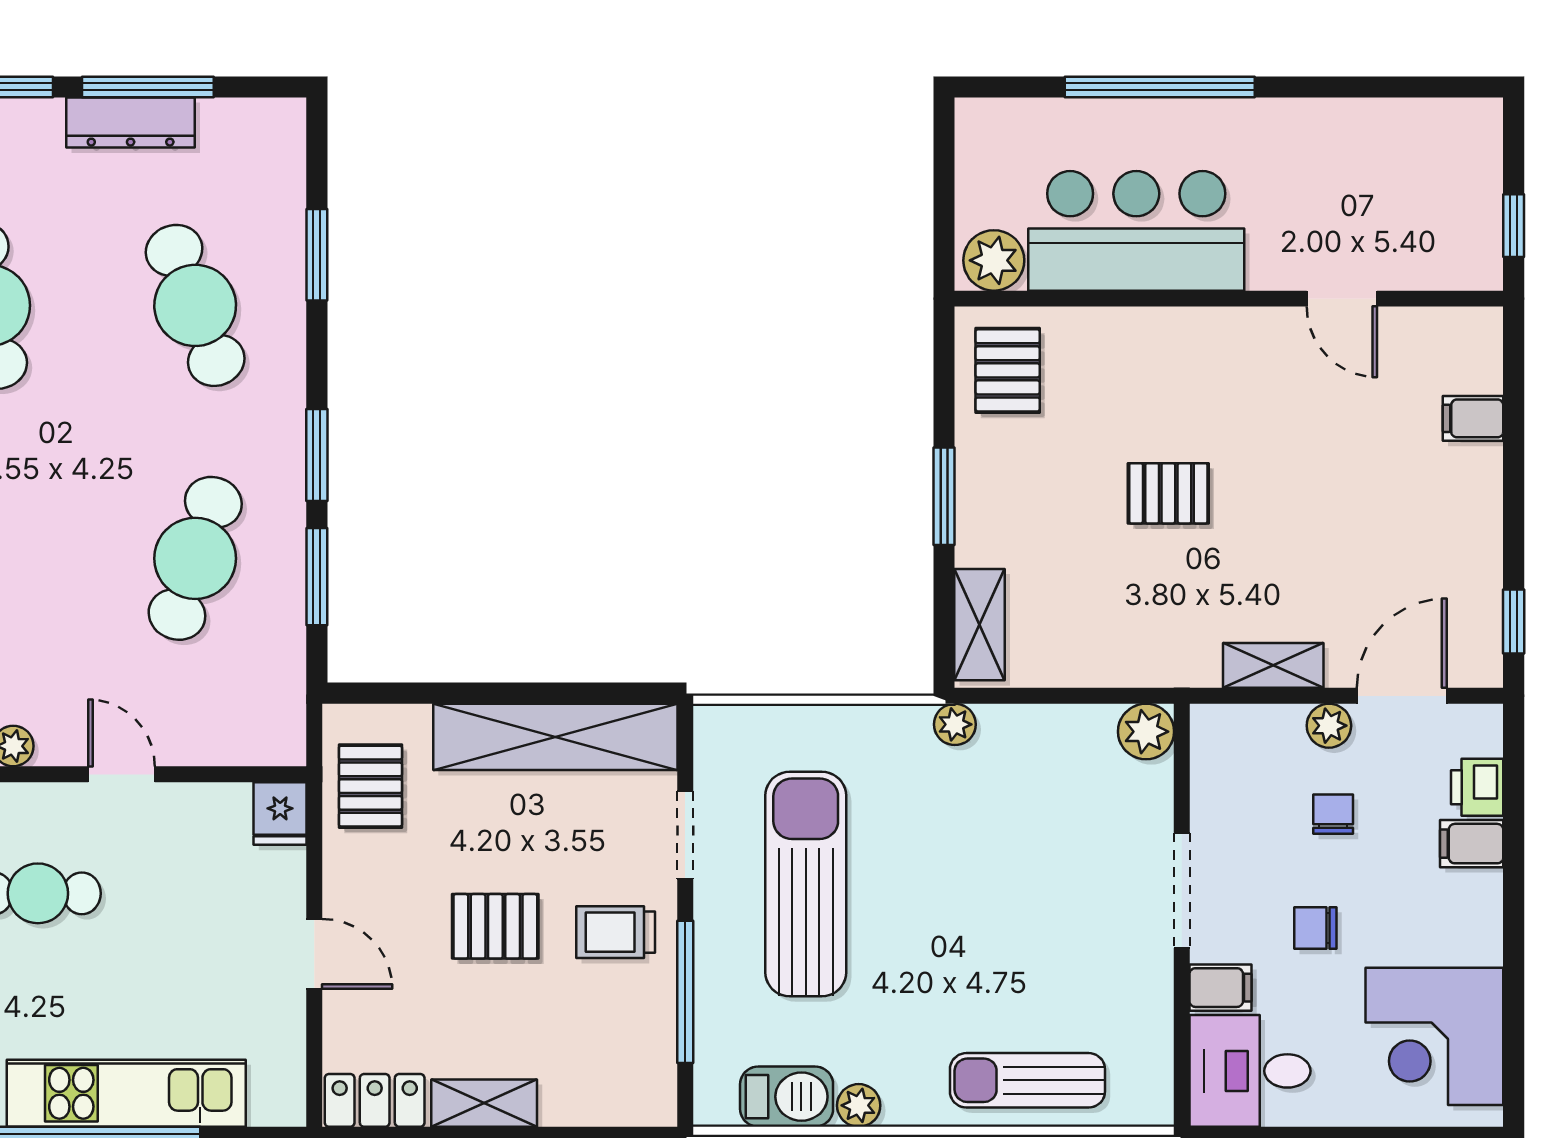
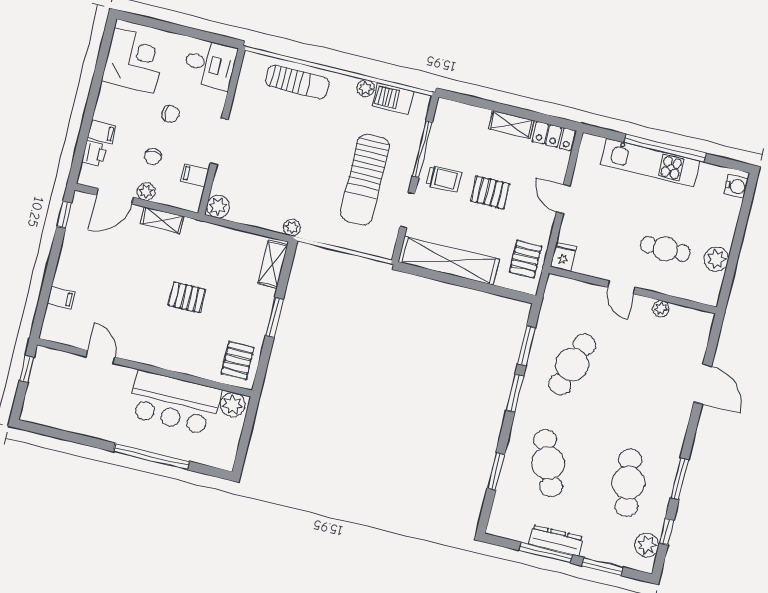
filing cabinet: (1221, 988) -> (195, 175), moved

